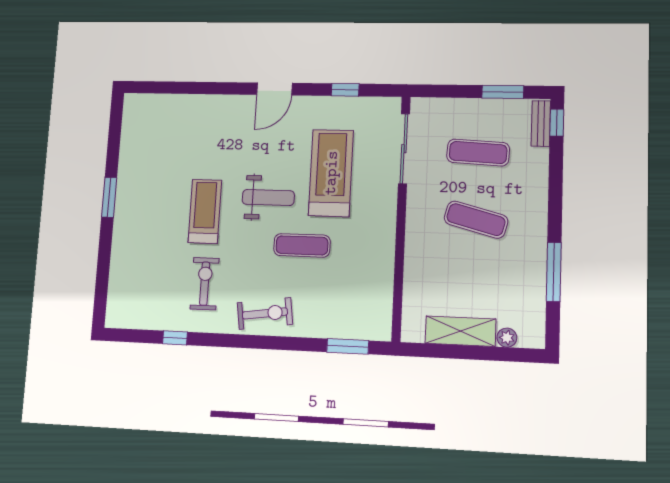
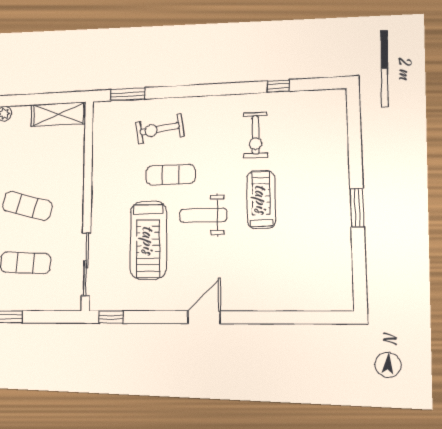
window: (345, 90) -> (111, 317), moved
treadmill: (205, 211) -> (261, 199), turned 180
exercise bike: (265, 313) -> (160, 129), moved
shelving: (460, 331) -> (58, 114), moved

